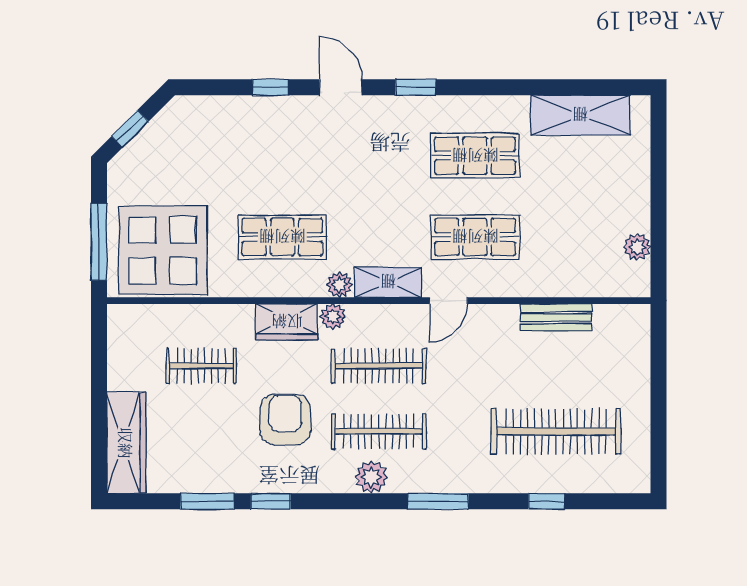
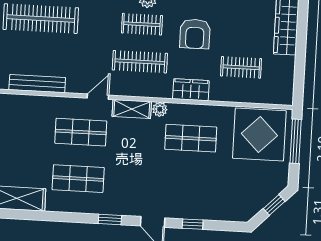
plant: (333, 317) -> (164, 91), removed
bench: (556, 317) -> (37, 84), width x1.36
clothes rail: (379, 431) -> (142, 24), width x0.73

